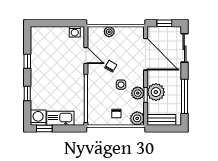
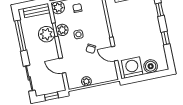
washing machine: (75, 32) -> (132, 67), width x1.89, depth x1.89
plant: (109, 32) -> (86, 81), moved
boiler: (50, 34) -> (151, 66), added
door: (146, 54) -> (62, 66), width x0.53

